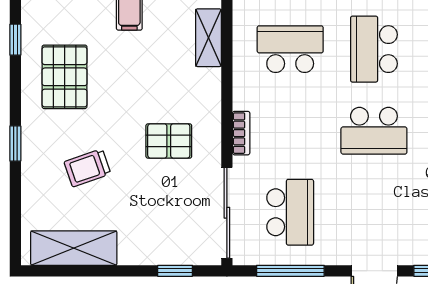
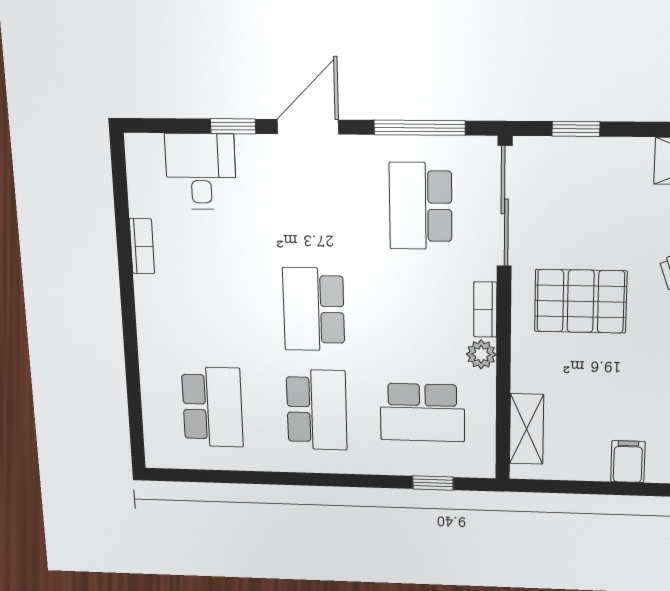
plant: (244, 97) -> (481, 354), added
school desk: (374, 131) -> (314, 309), turned -90
pallet: (169, 141) -> (581, 301), width x1.50, depth x1.42

